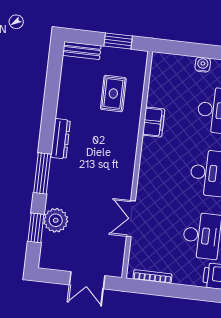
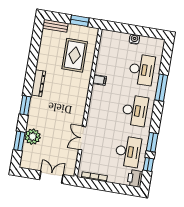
rug: (113, 94) -> (75, 55), width x1.36, depth x1.43
filing cabinet: (154, 122) -> (99, 80), width x0.50
window: (42, 173) -> (25, 105), width x0.69
double door: (87, 280) -> (51, 177), swing flipped

